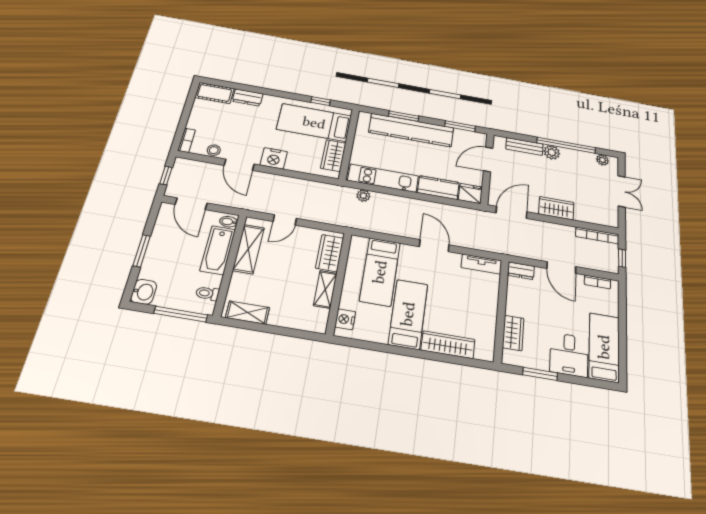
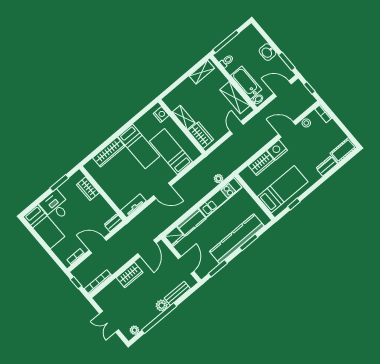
wardrobe: (333, 156) -> (261, 163), moved, turned 90
window: (142, 251) -> (287, 61), moved
washbasin: (144, 292) -> (268, 52), moved

